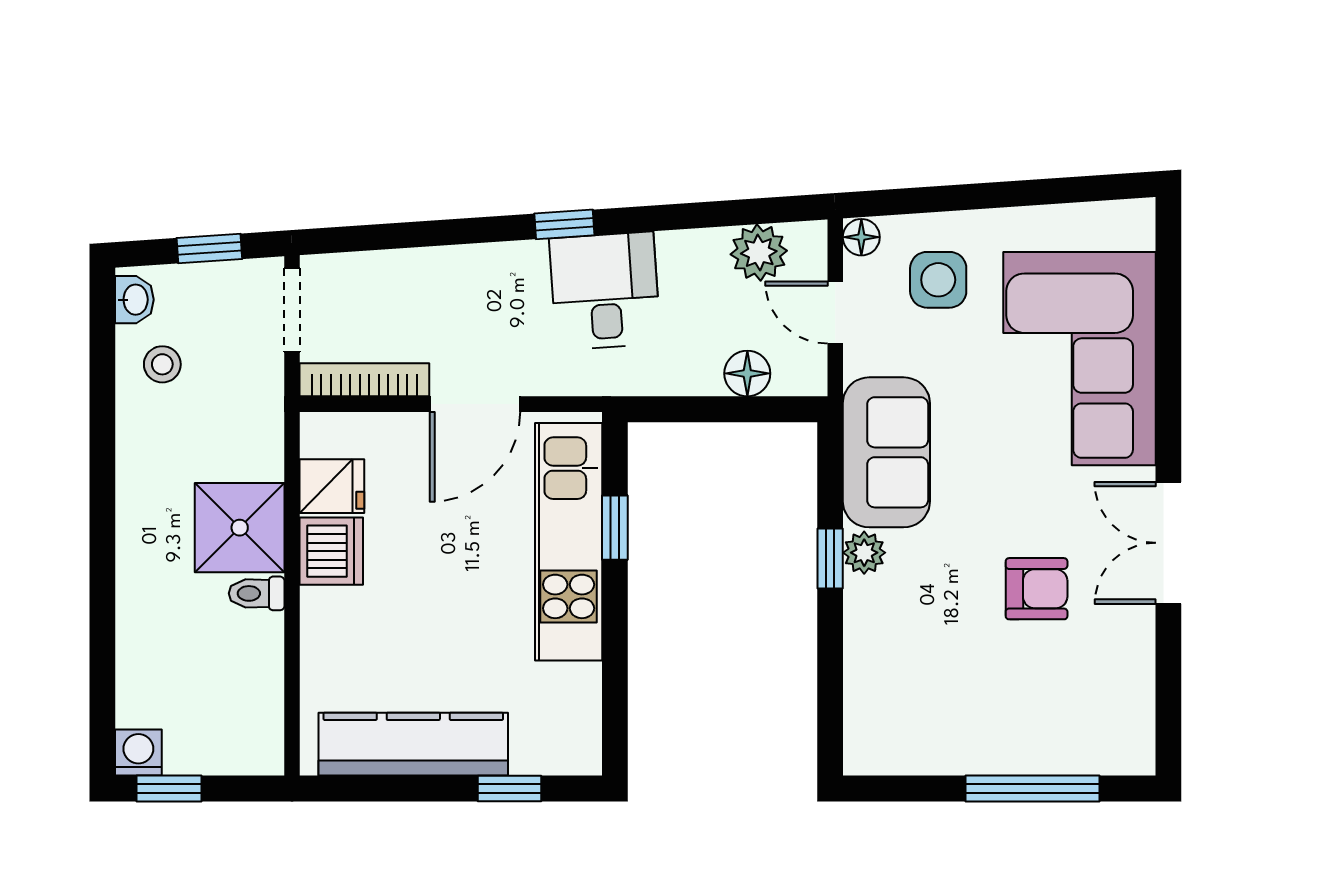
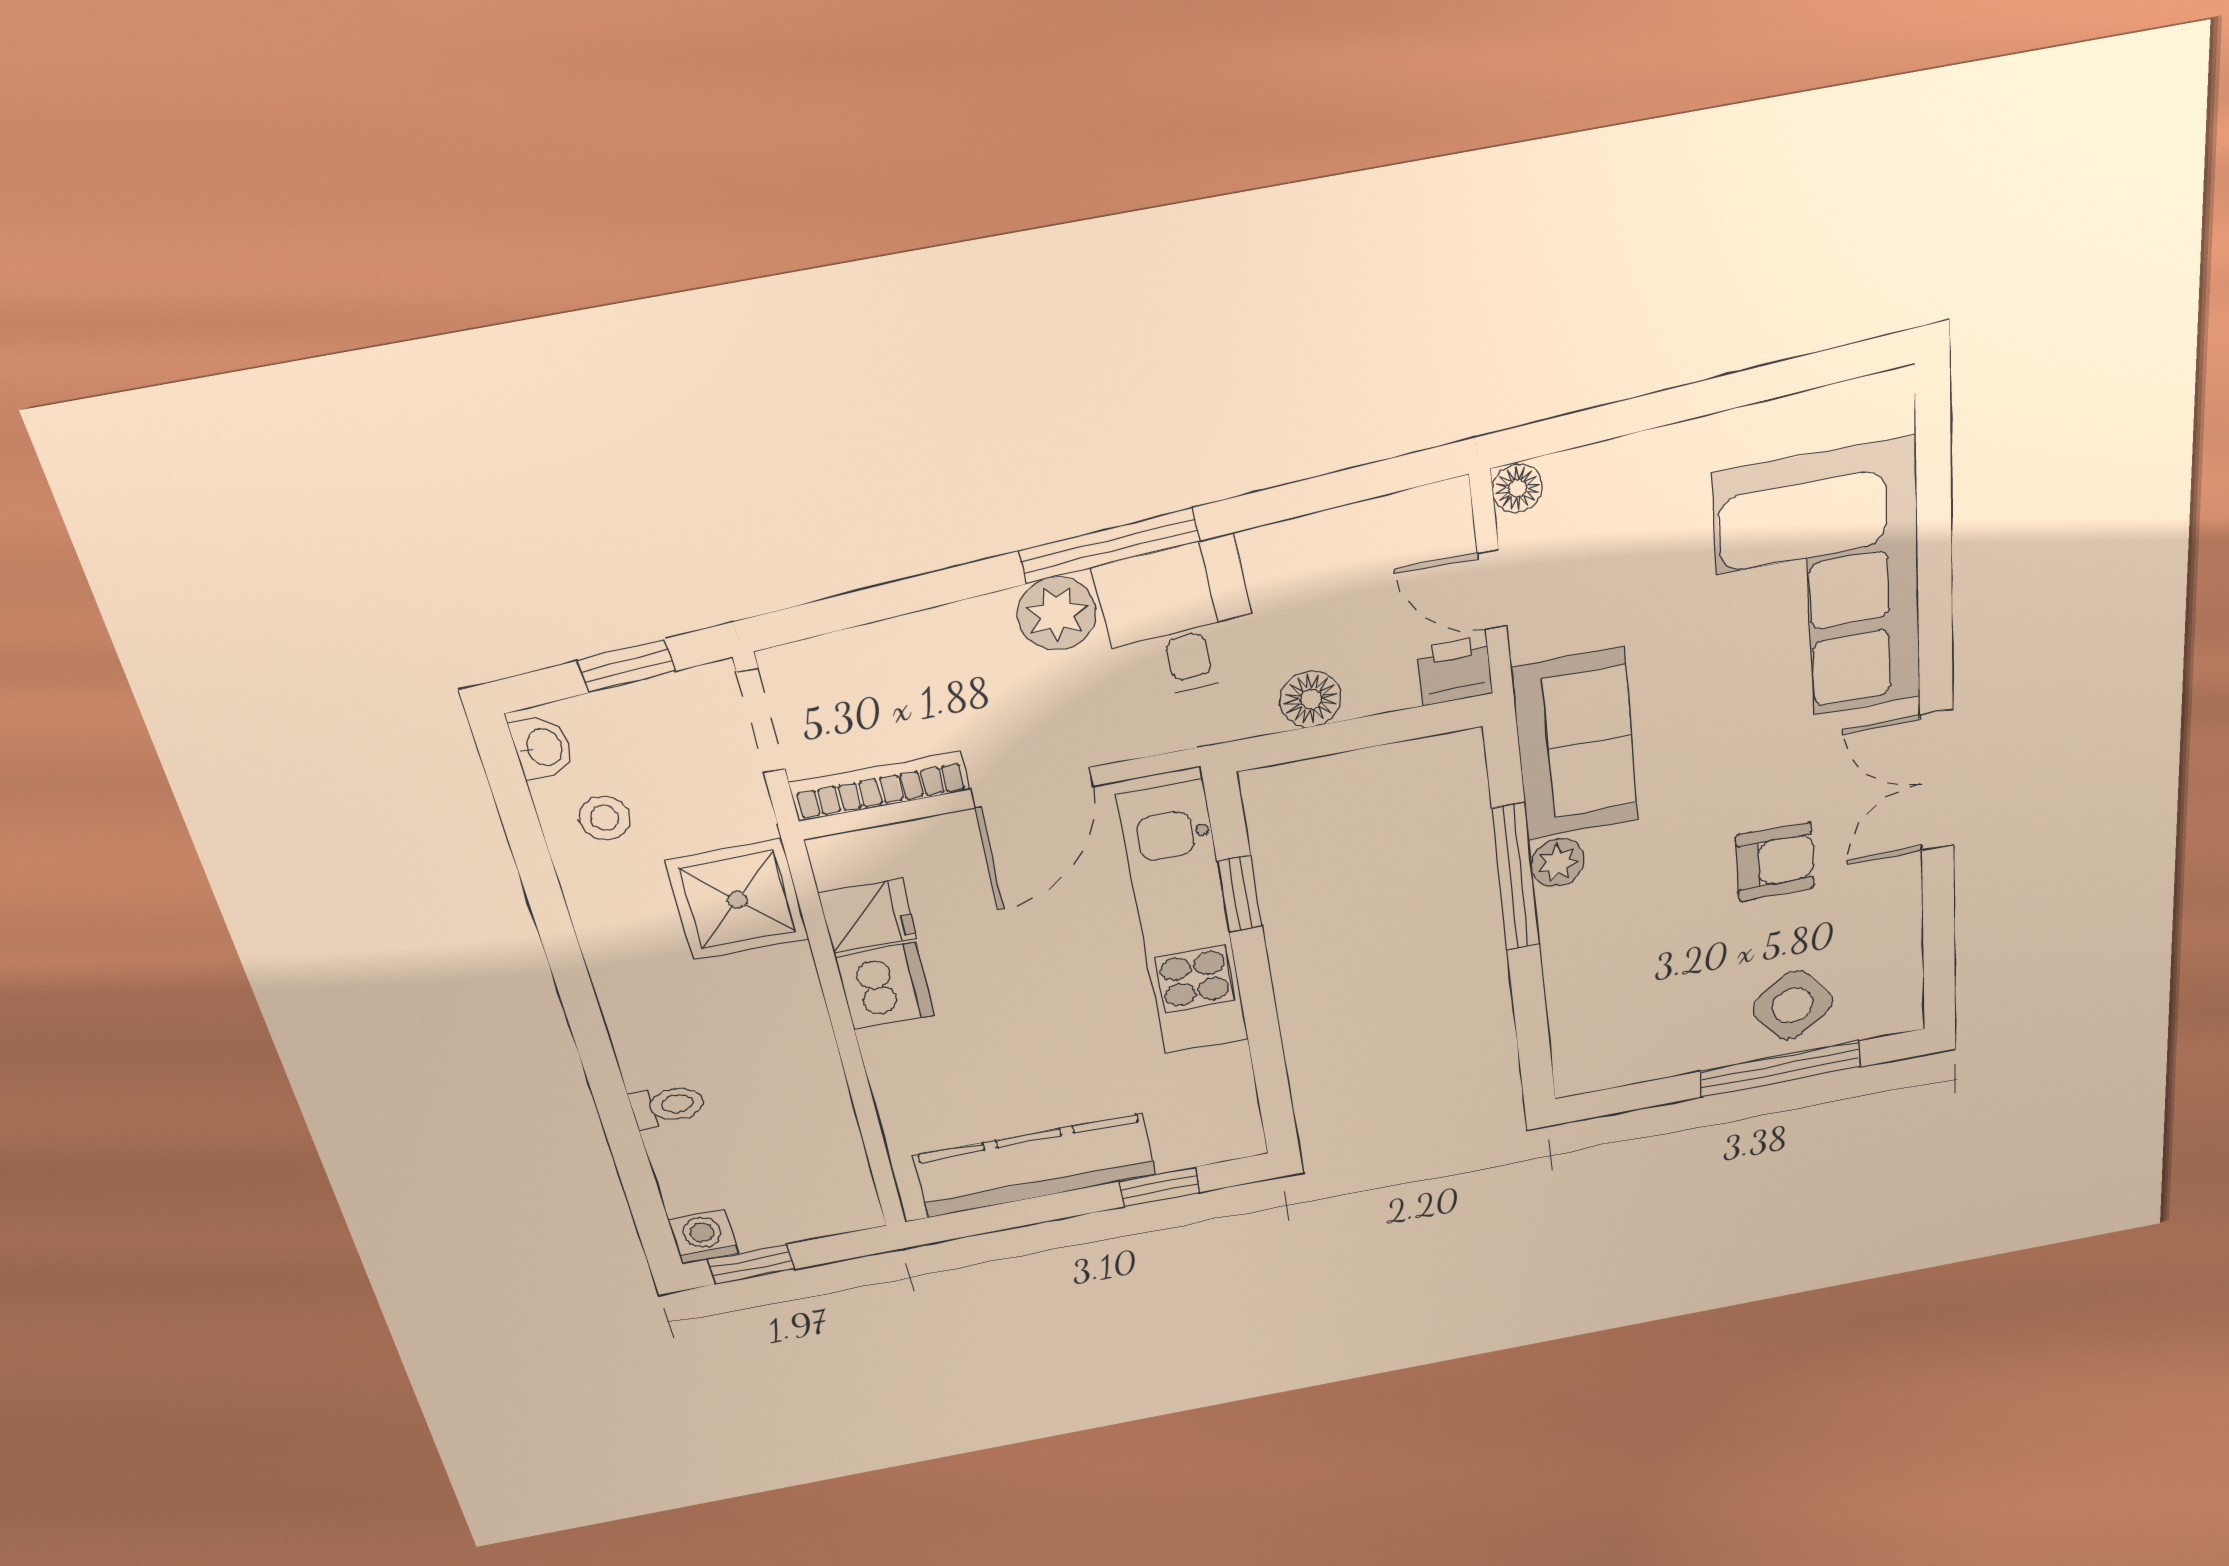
window: (564, 224) -> (1109, 546), width x2.17
plant: (759, 252) -> (1057, 614), moved
side table: (938, 280) -> (1793, 1005), moved, turned -37
printer: (801, 372) -> (1455, 671), added
floor lamp: (747, 373) -> (1311, 699), moved
shower: (240, 528) -> (737, 900), moved
window: (830, 559) -> (1516, 877), width x2.17
toilet: (257, 593) -> (668, 1106), moved, turned 180

